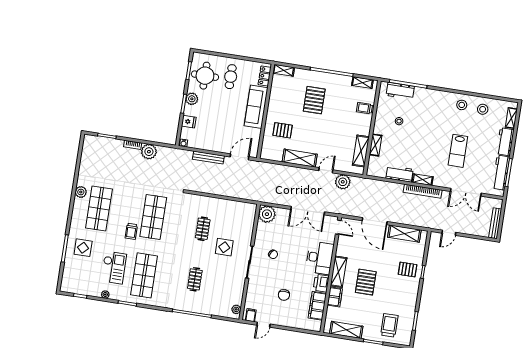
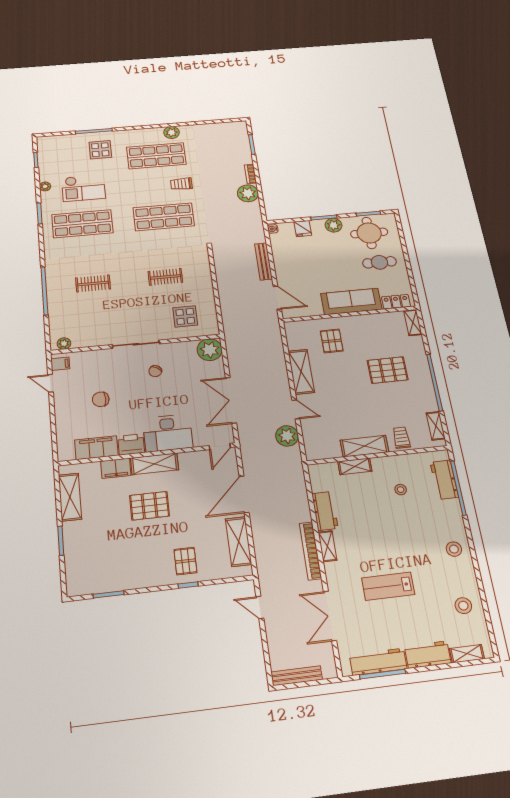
stool: (462, 105) -> (454, 549), moved
shelving: (361, 151) -> (364, 446), moved
trolley: (131, 231) -> (181, 184), moved
display table: (224, 247) -> (185, 316), moved
trolley: (389, 325) -> (92, 557), removed

